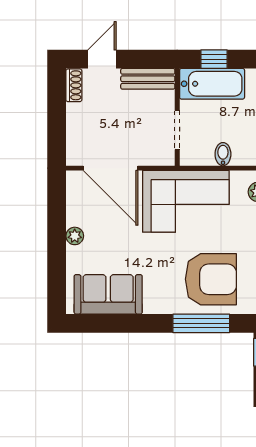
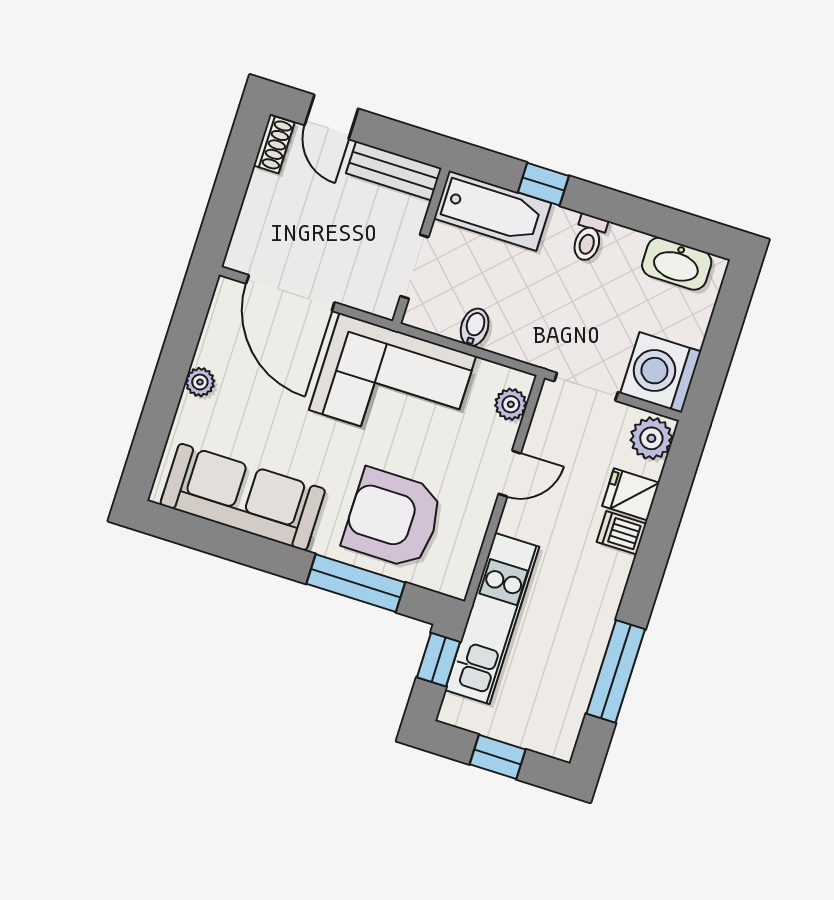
door: (102, 59) -> (331, 117), swing flipped
window: (214, 59) -> (543, 184), moved
armchair: (211, 279) -> (393, 518), turned 180
sofa: (108, 294) -> (243, 497), width x1.36

